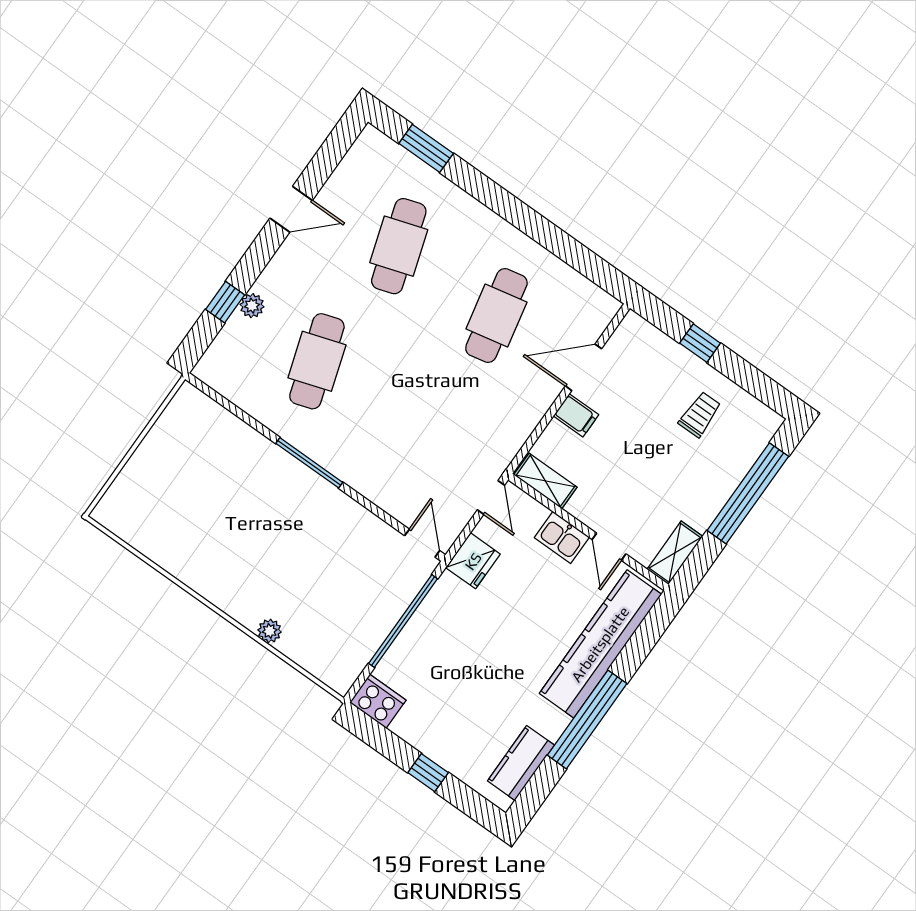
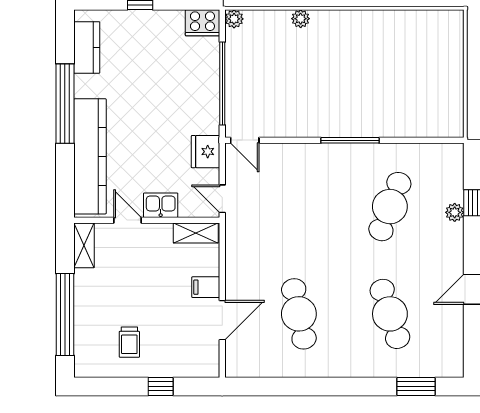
cafe table: (317, 361) -> (390, 207), turned 39
plant: (341, 681) -> (234, 19), added

